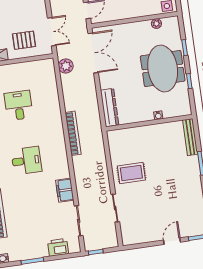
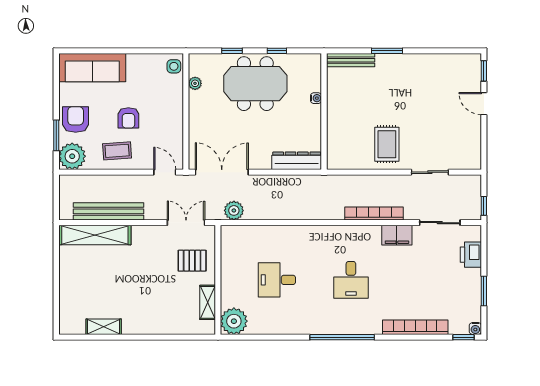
pallet: (24, 40) -> (192, 261), turned 90
bookcase: (73, 133) -> (374, 213), moved
desk: (26, 161) -> (351, 280), turned 180

